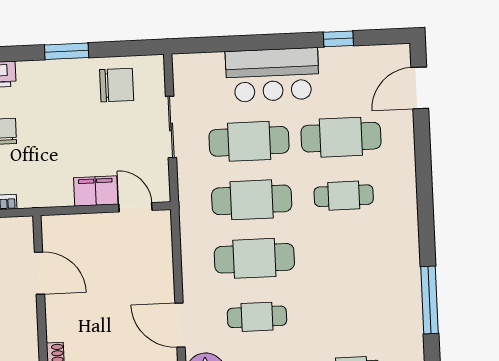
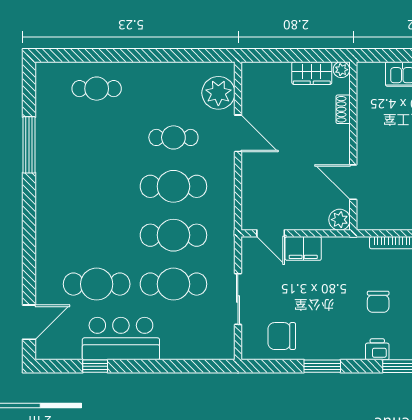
bar counter: (272, 75) -> (121, 339), moved
cafe table: (344, 196) -> (97, 235), removed
plant: (54, 227) -> (340, 220), added

